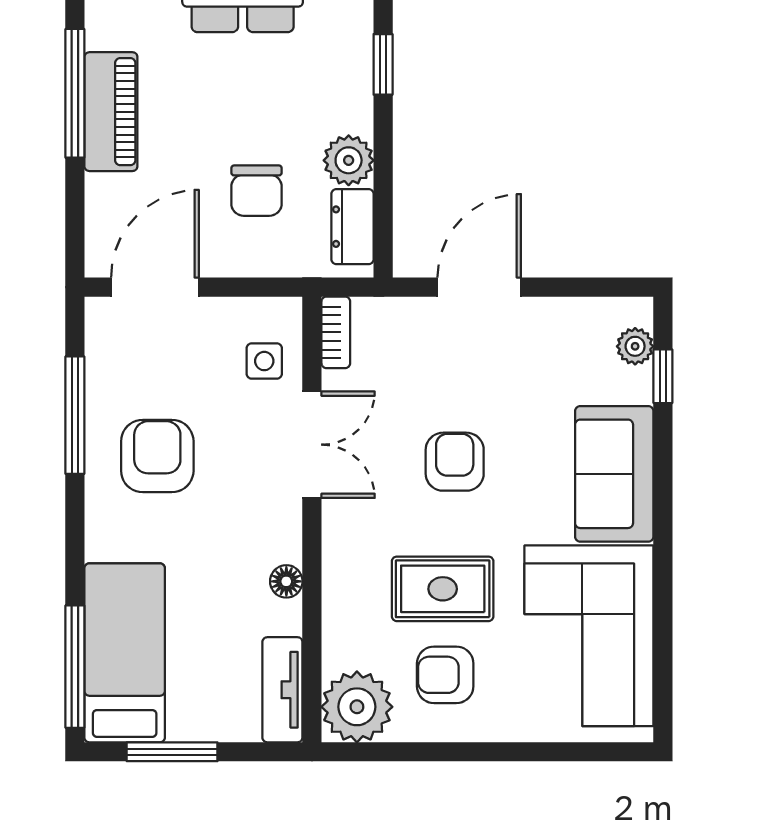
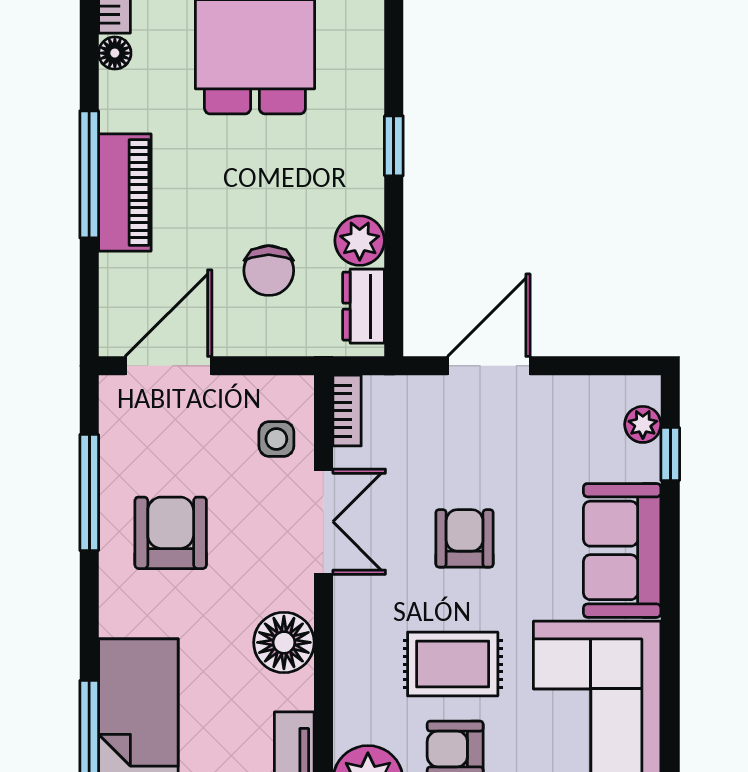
floor lamp: (286, 581) -> (284, 642), width x1.89, depth x1.89

